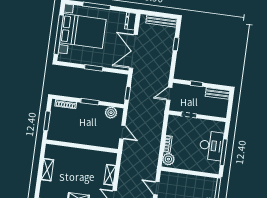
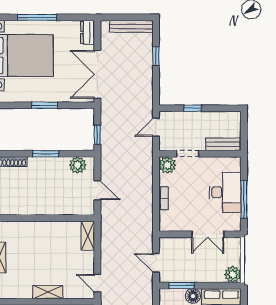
bench: (218, 93) -> (223, 144), moved
plant: (168, 159) -> (167, 165), moved
double door: (195, 173) -> (208, 234), added
shelving: (110, 175) -> (88, 236), moved

